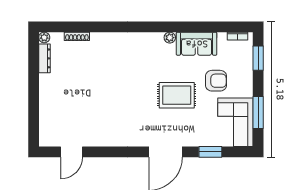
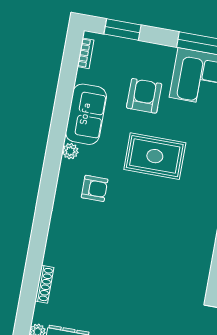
armchair: (148, 59) -> (95, 188), added
rug: (177, 95) -> (155, 156), turned 90

